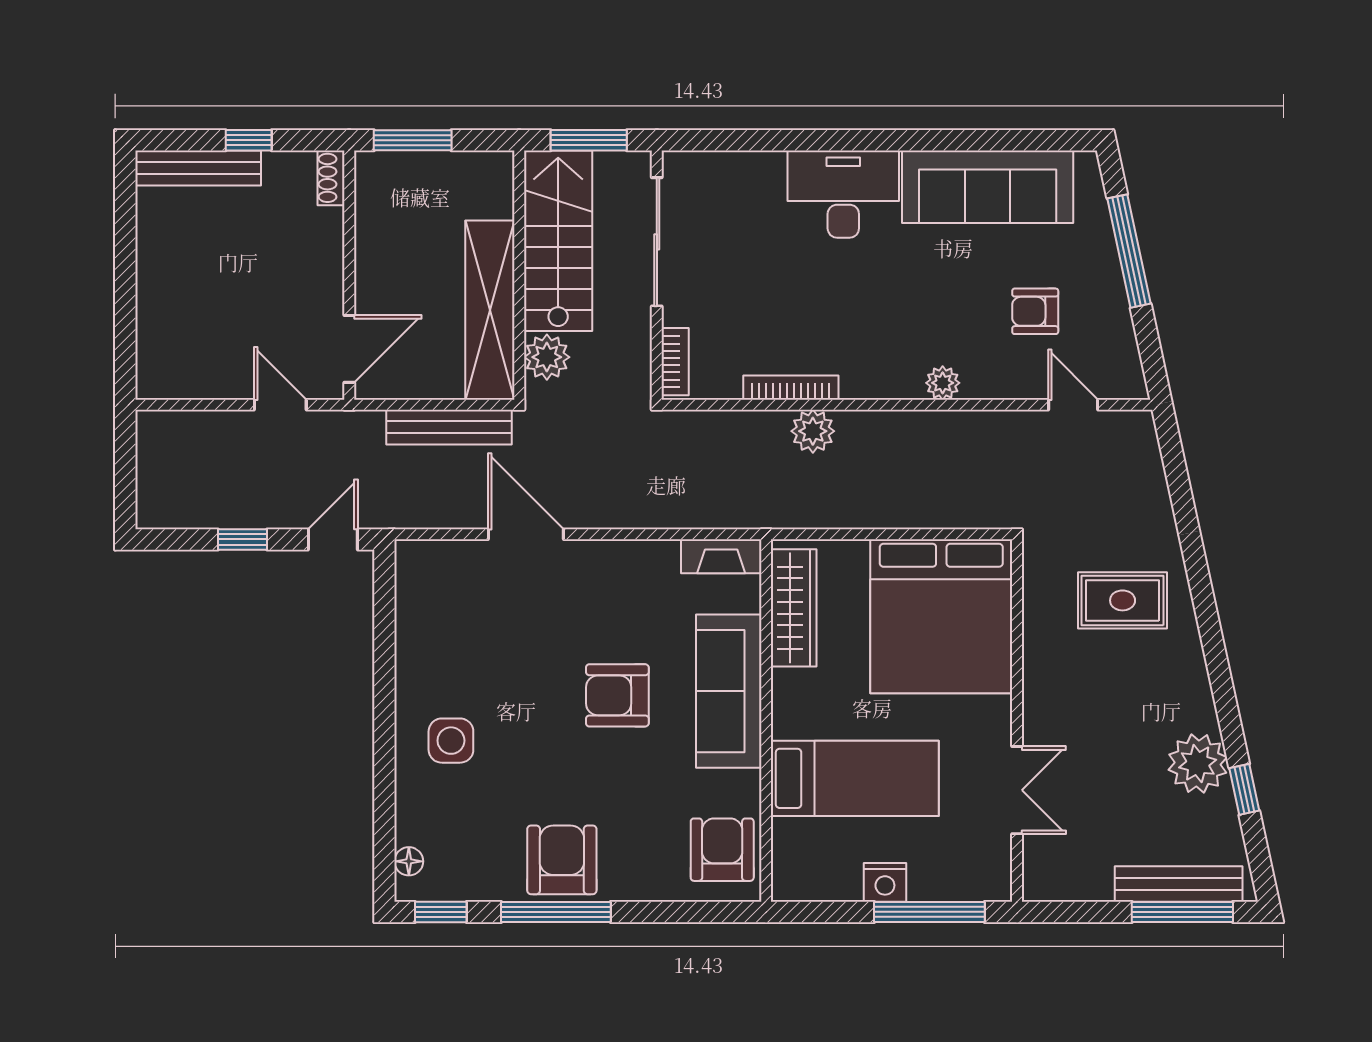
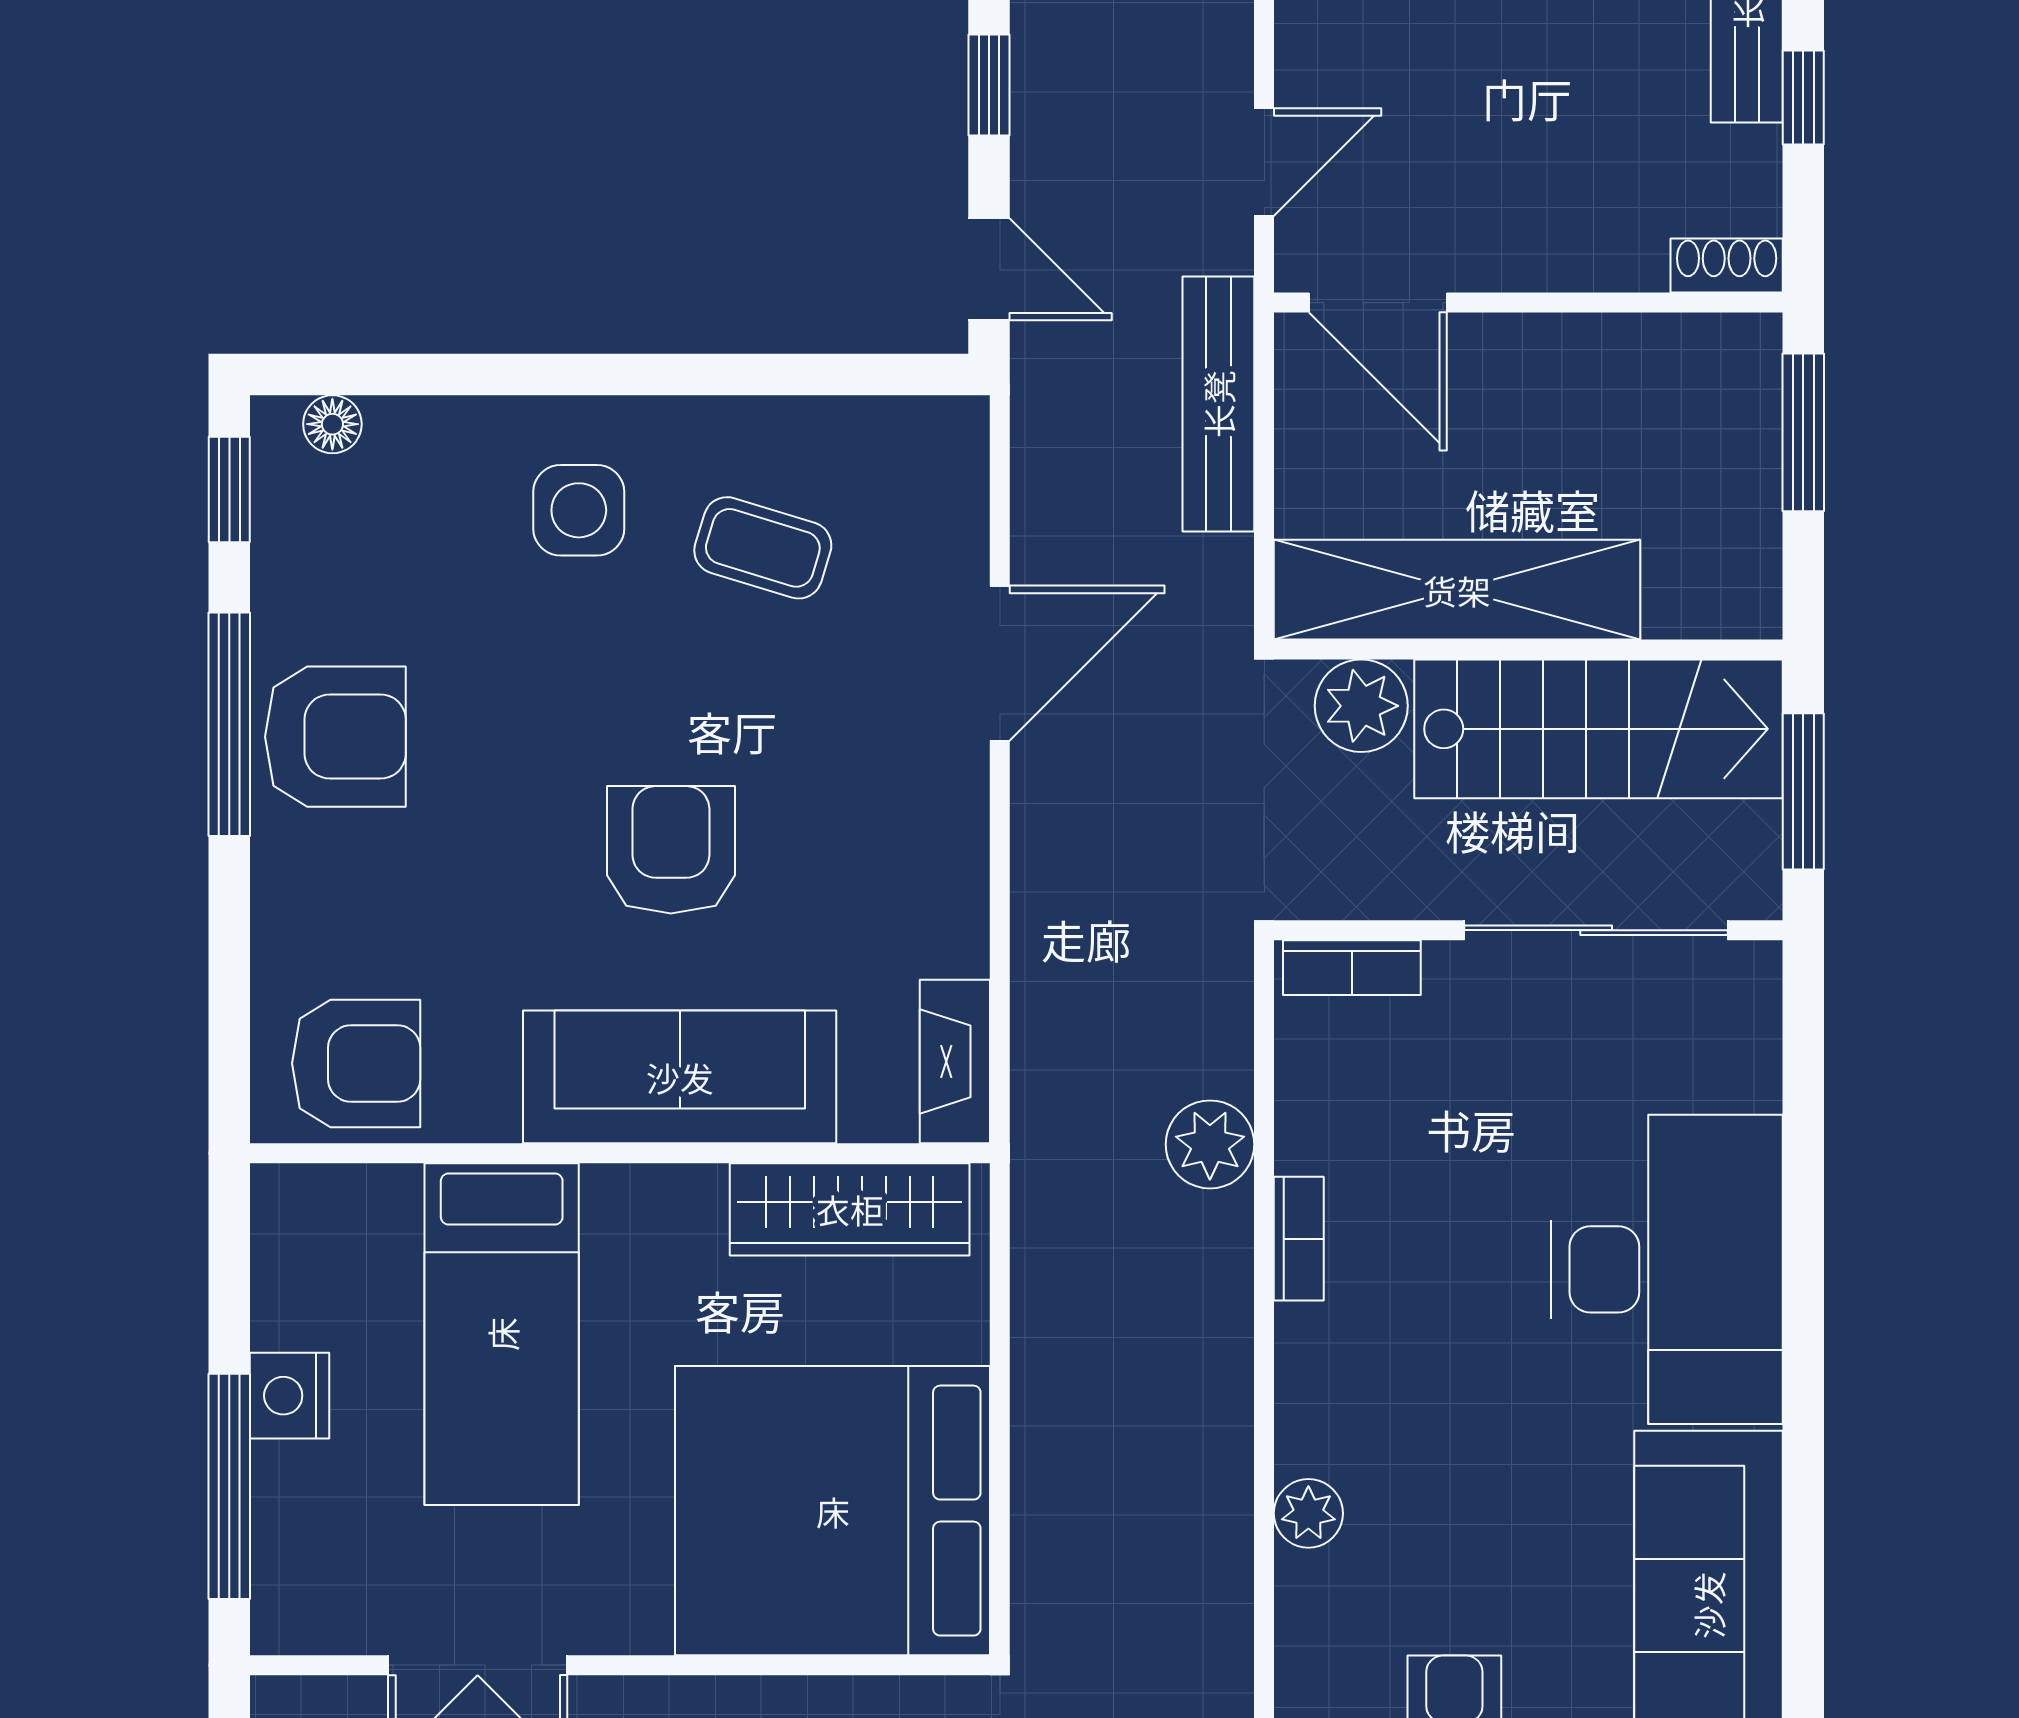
desk: (843, 194) -> (1667, 1269), width x1.36, depth x1.30
bookcase: (791, 388) -> (1299, 1239), width x0.64
bench: (449, 427) -> (1218, 404), moved
plant: (813, 431) -> (1210, 1144), moved
coffee table: (469, 650) -> (763, 548), added

